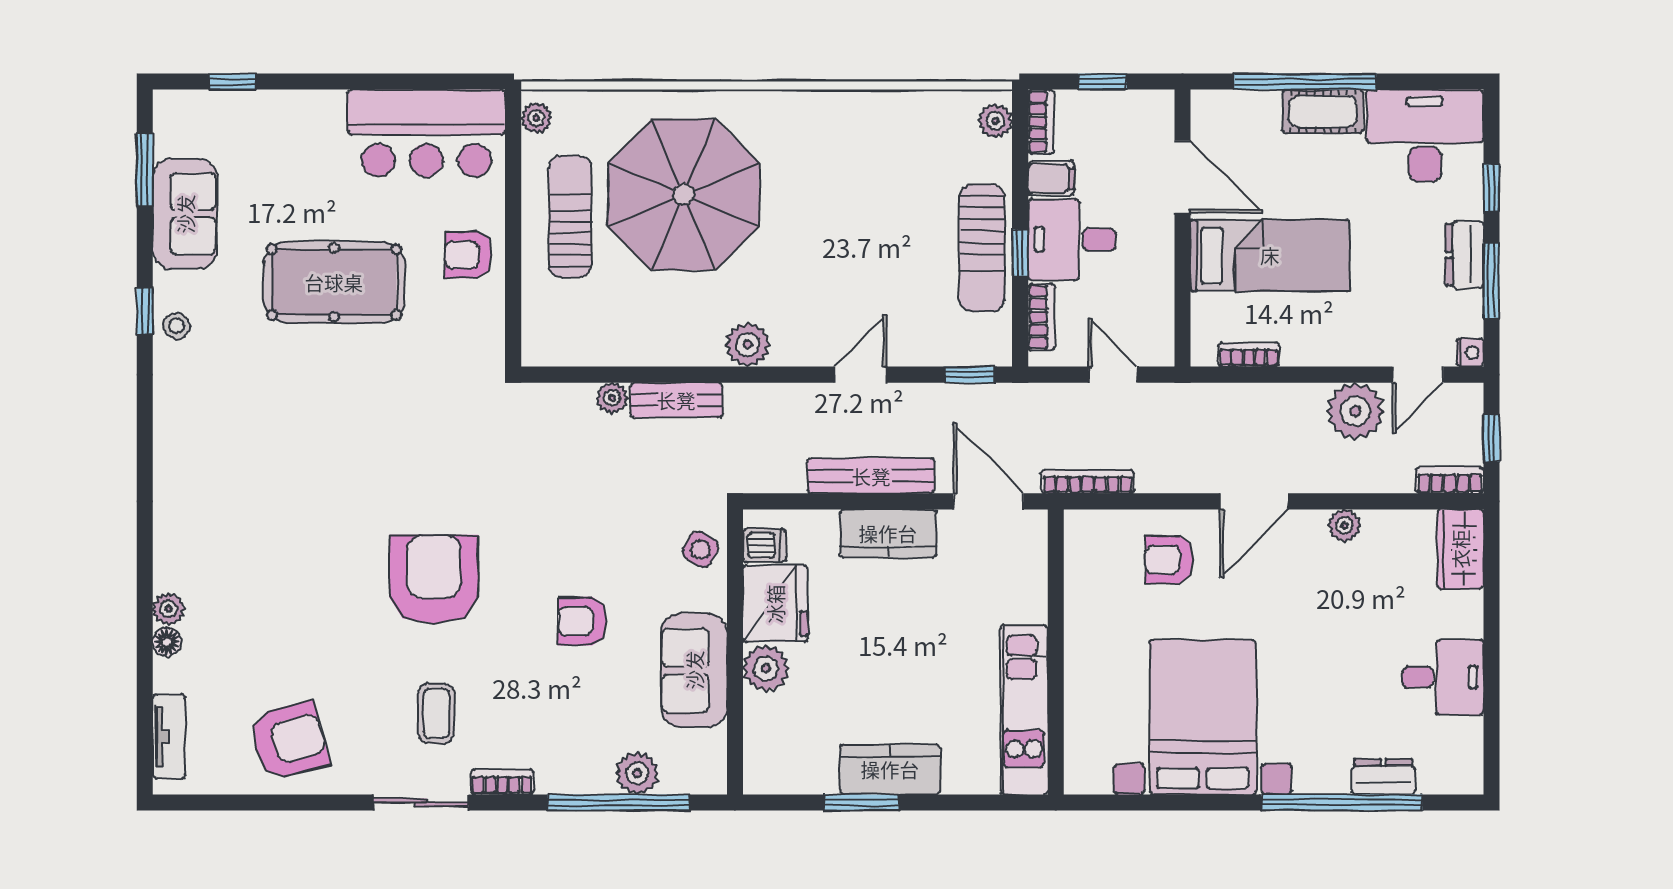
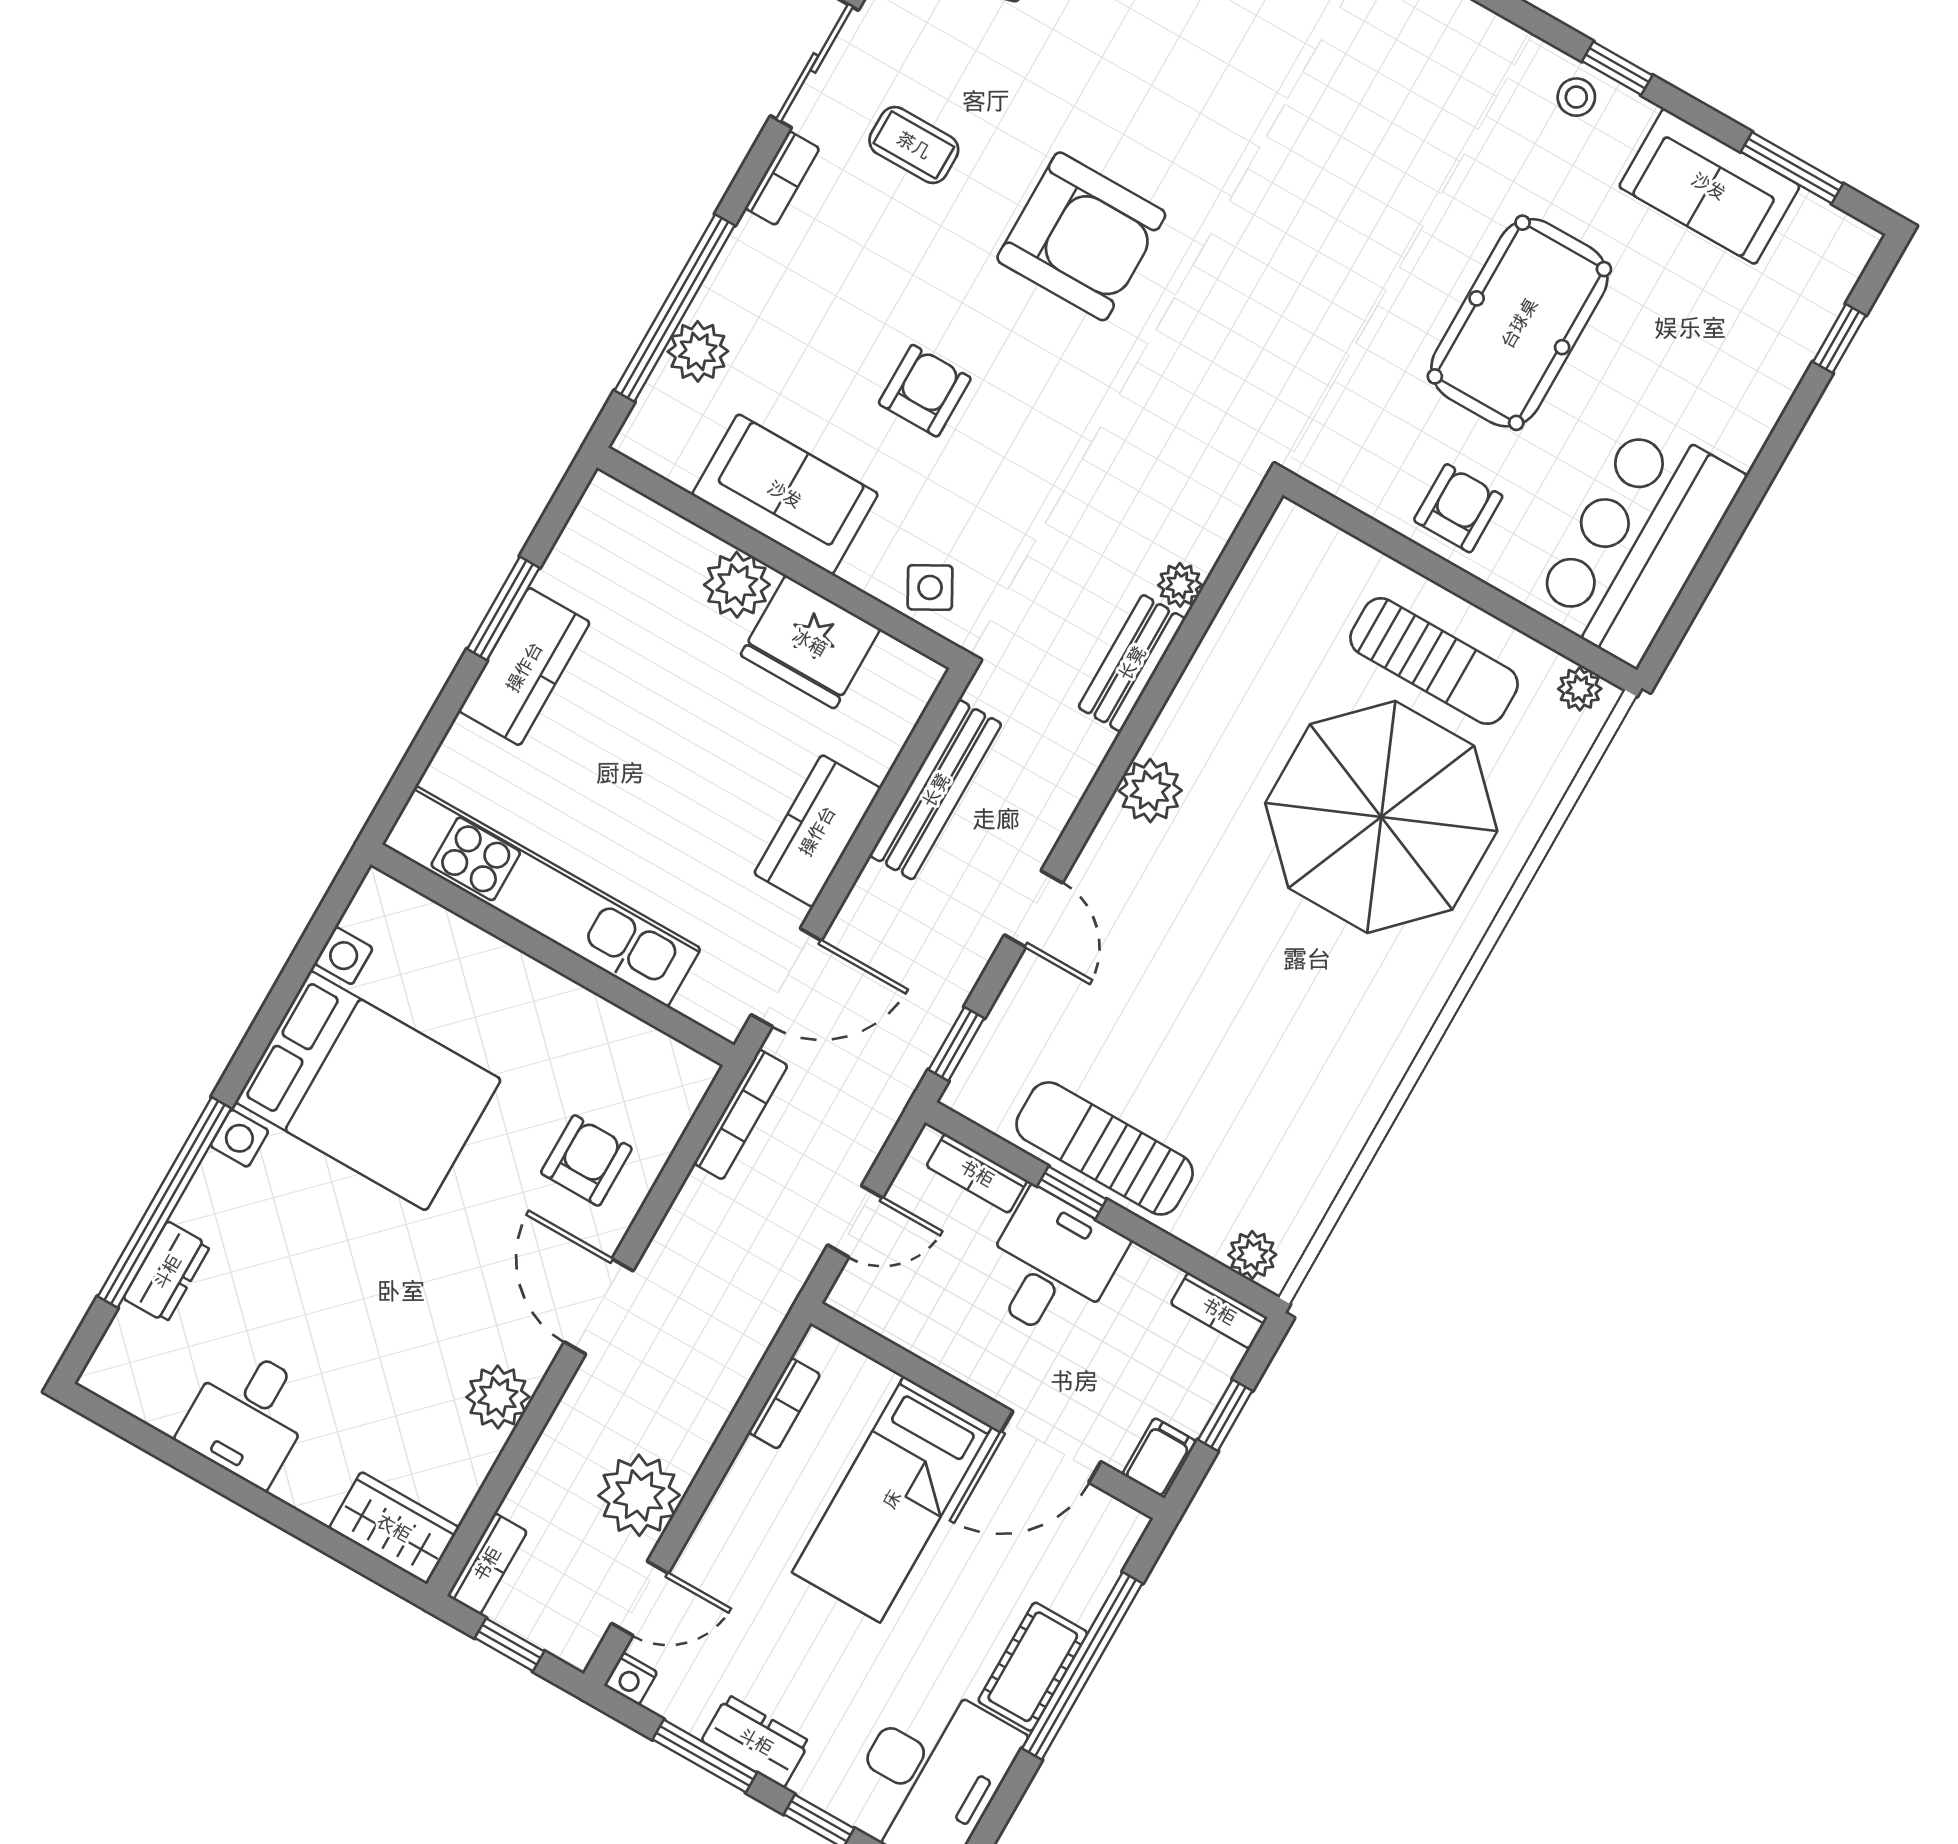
filing cabinet: (1051, 178) -> (1159, 1458), moved, turned 180
door: (1418, 375) -> (640, 1598), swing flipped
bench: (871, 476) -> (936, 790), moved
plant: (1344, 525) -> (498, 1397), width x1.38, depth x1.38
dishwasher: (764, 545) -> (890, 670), removed
side table: (700, 549) -> (930, 587), turned 32
kitchen unit: (1024, 710) -> (541, 896), width x1.36

